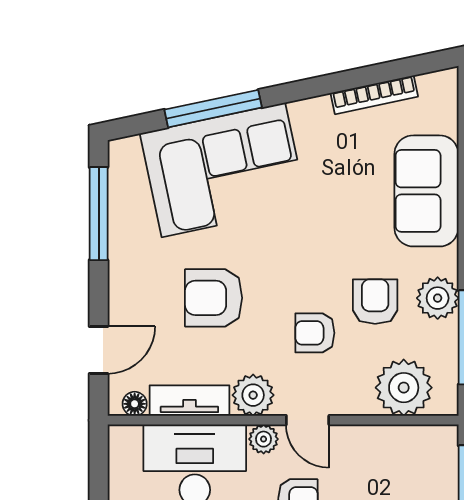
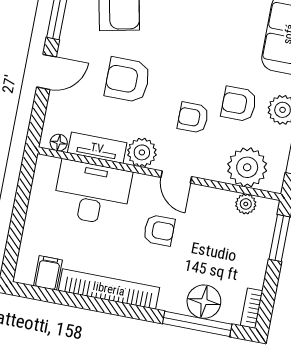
armchair: (375, 302) -> (239, 104), turned -90
door: (99, 350) -> (46, 72), moved
plant: (264, 439) -> (246, 204), moved

